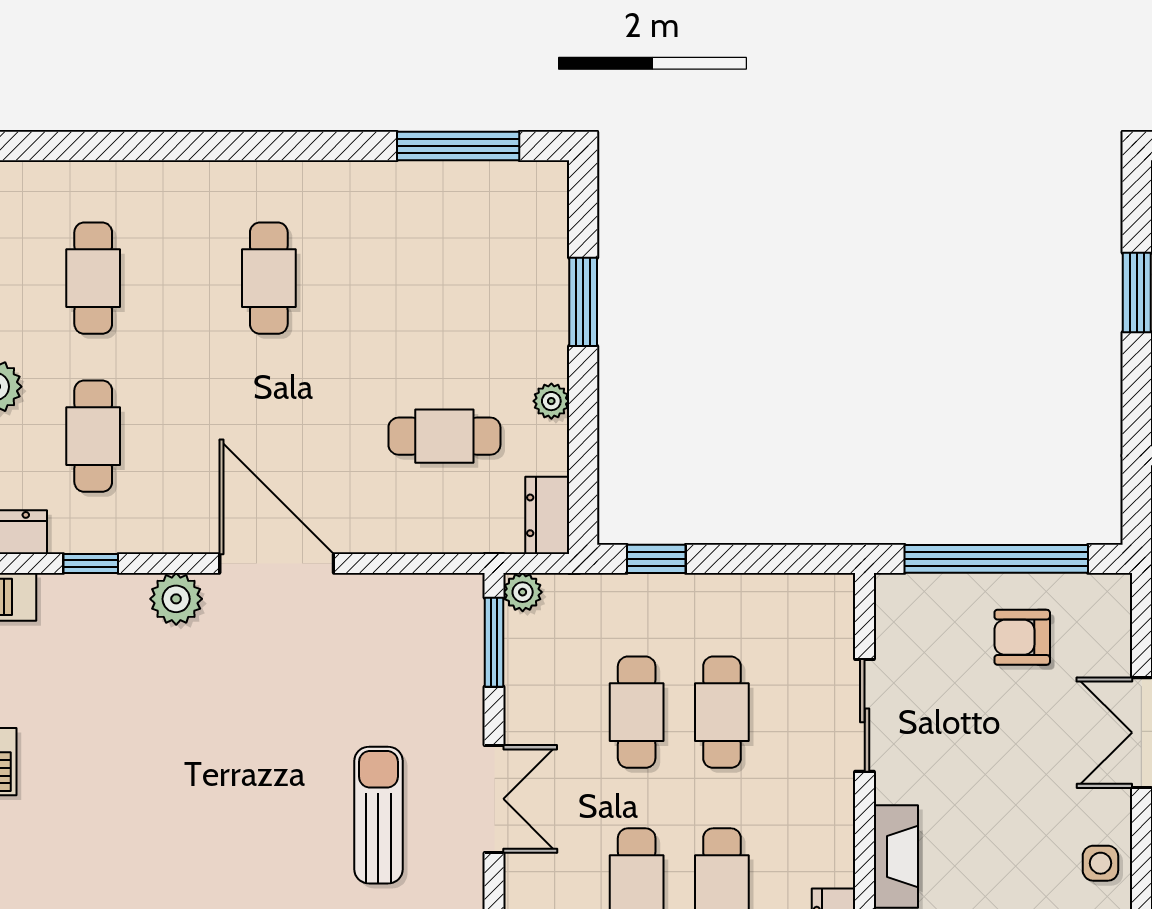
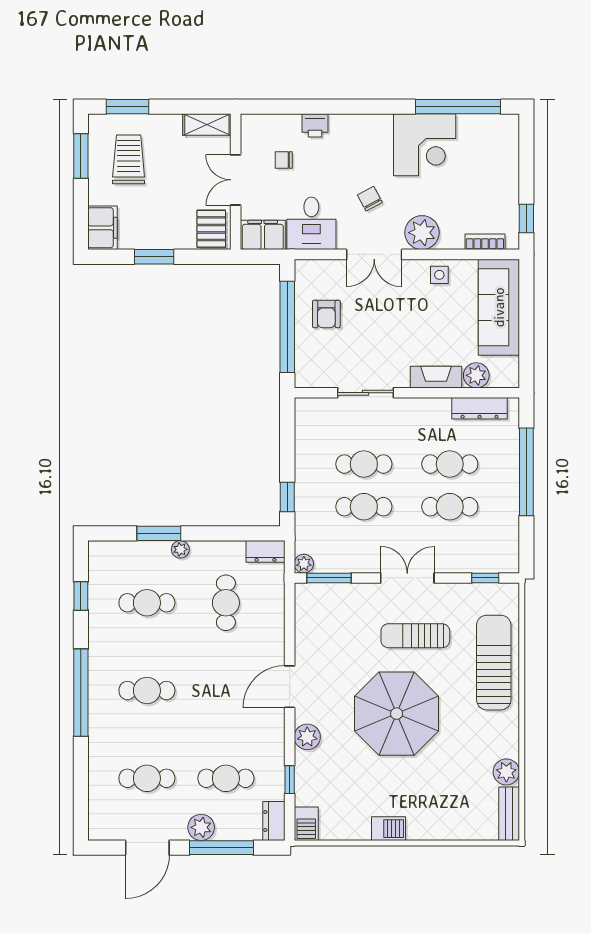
window: (265, 146) -> (81, 693), added
window: (458, 146) -> (81, 596), width x0.46
cafe table: (444, 278) -> (147, 603), added
plant: (551, 401) -> (180, 549), moved
door: (277, 564) -> (290, 687), width x0.73
parasol: (223, 778) -> (397, 714), added

